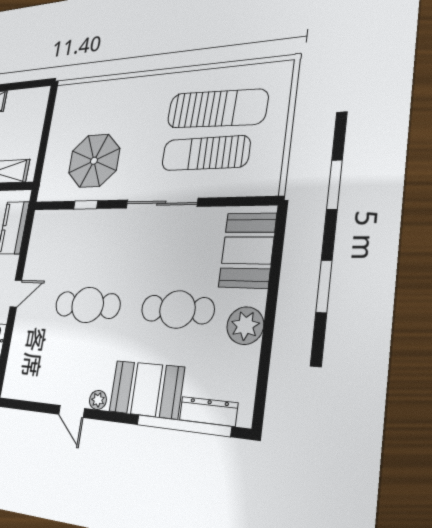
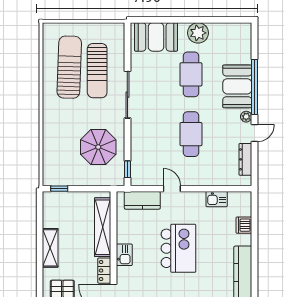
window: (50, 109) -> (59, 189), added
window: (86, 205) -> (127, 169), moved
door: (16, 293) -> (172, 189), moved
dresser: (208, 411) -> (245, 159), moved
window: (183, 426) -> (254, 87), moved

